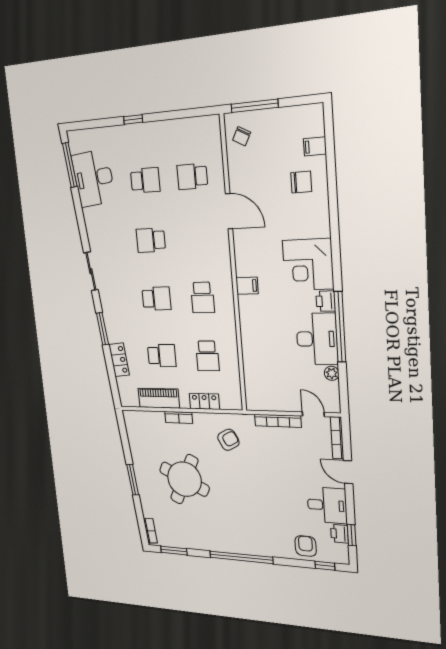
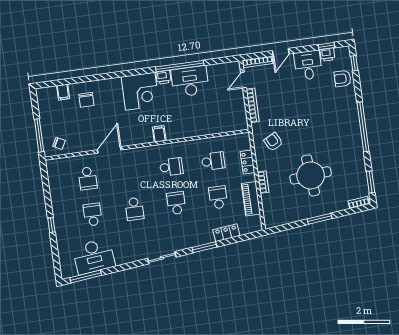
chair: (301, 182) -> (86, 100), turned 180
plant: (332, 373) -> (212, 69), removed
round table: (184, 479) -> (311, 175), turned -31

